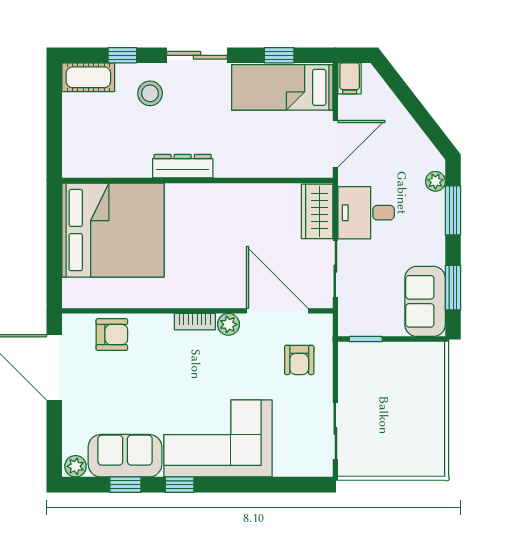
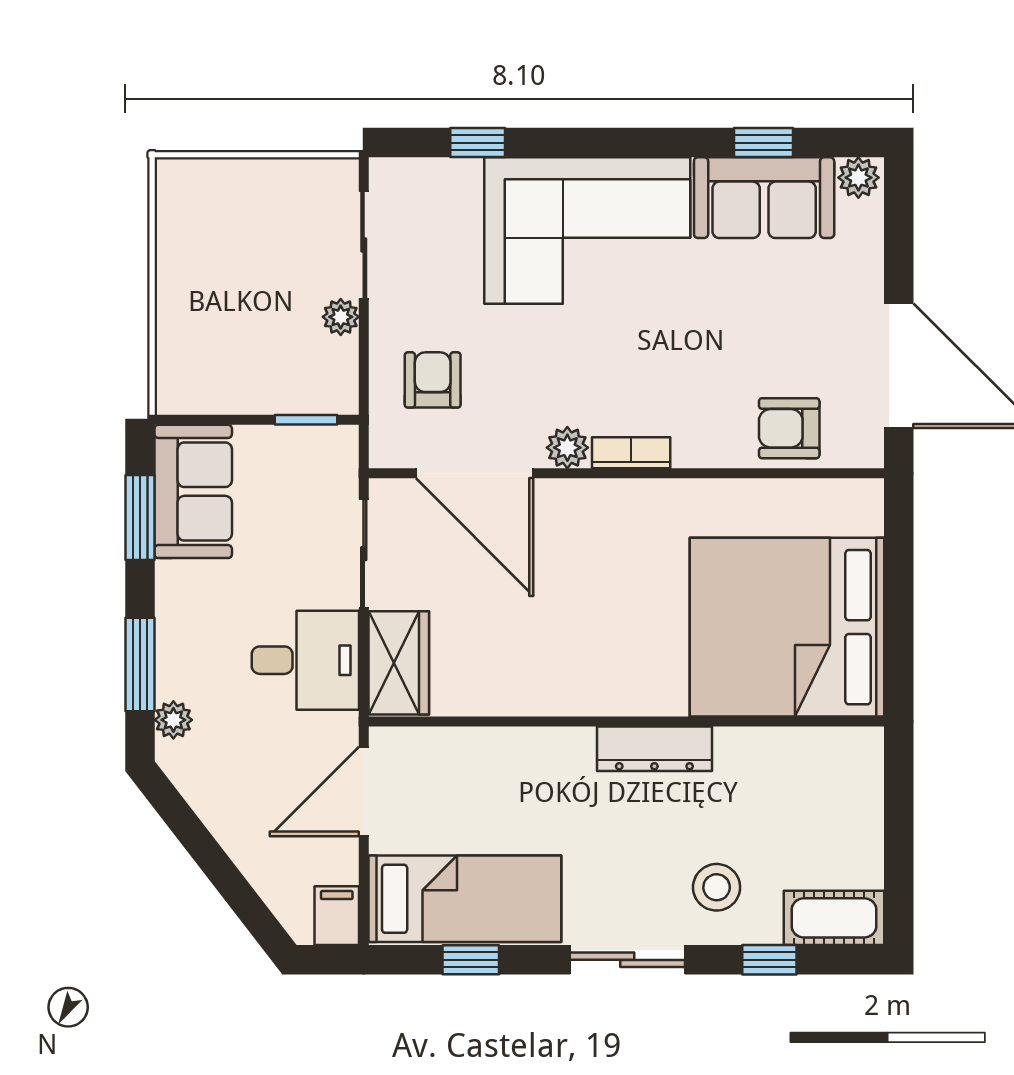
plant: (348, 393) -> (341, 317), added
window: (180, 485) -> (478, 143), moved

